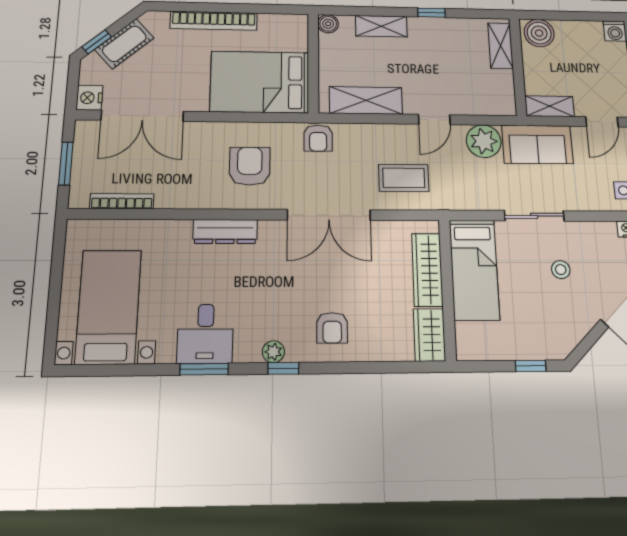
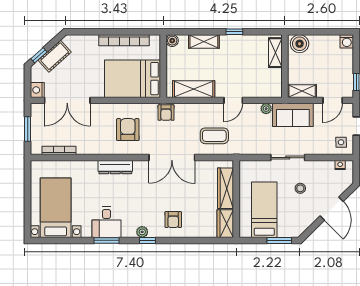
bookcase: (214, 21) -> (124, 40), moved
plant: (484, 141) -> (266, 109), width x0.53, depth x0.53
bed: (474, 270) -> (264, 210), moved, turned 180
window: (531, 366) -> (279, 240), width x1.50

